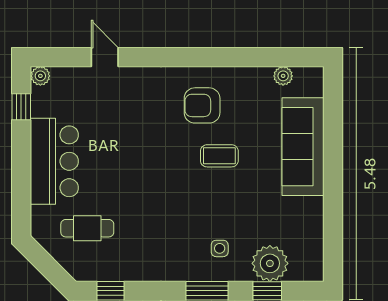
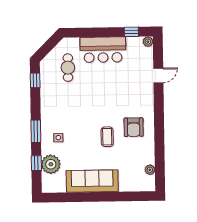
armchair: (202, 105) -> (134, 127), turned 180
sofa: (303, 147) -> (92, 181), moved

